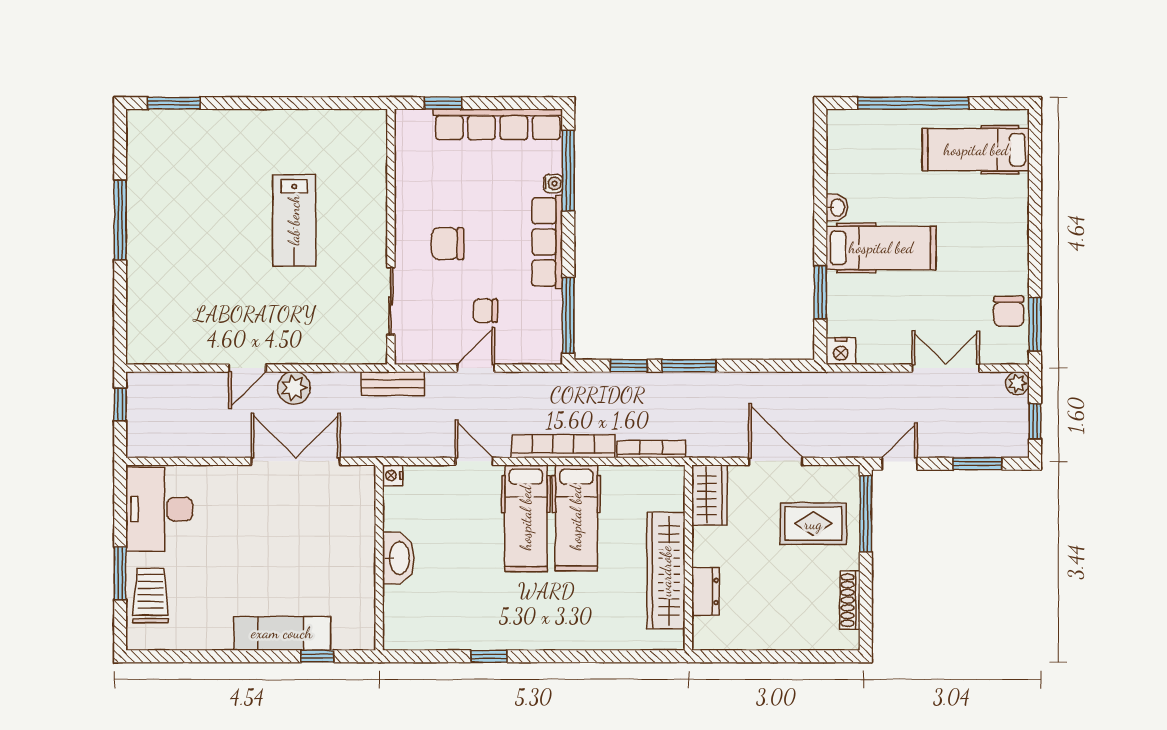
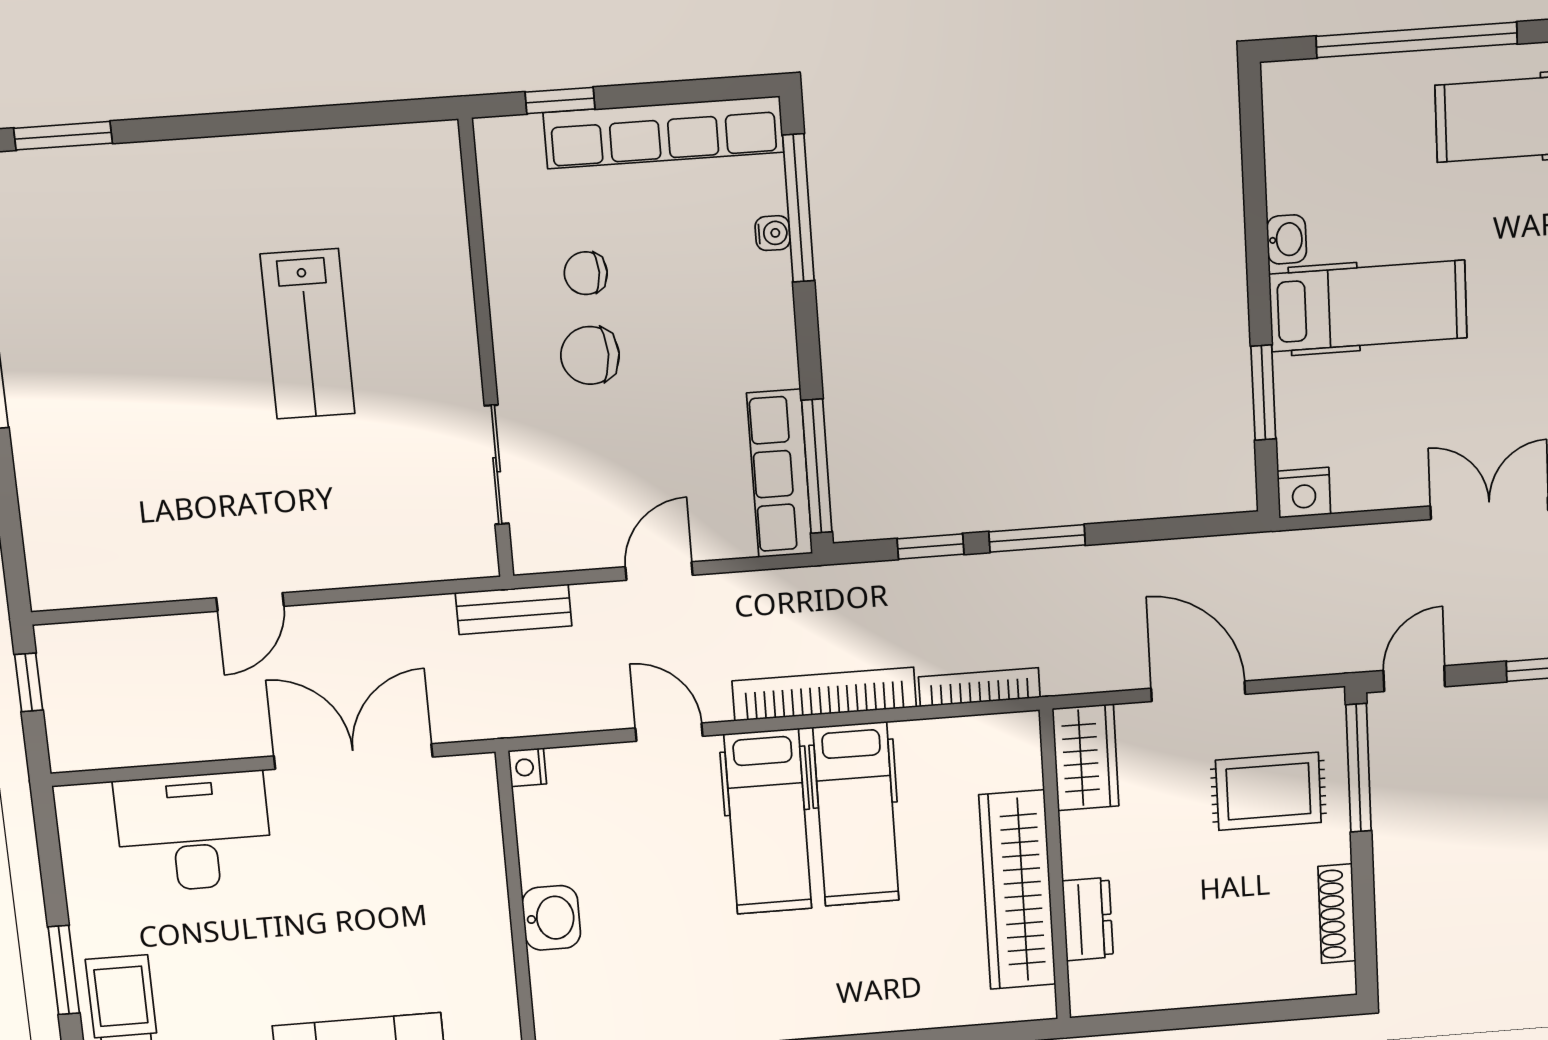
row of seats: (547, 242) -> (780, 474), moved
chair: (485, 311) -> (586, 273), moved
plant: (294, 388) -> (337, 630), removed
desk: (159, 509) -> (194, 832), moved, turned 90
washbasin: (399, 558) -> (551, 918), width x0.72

